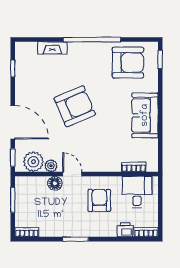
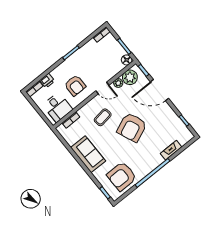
coffee table: (97, 142) -> (103, 117), added
floor lamp: (55, 183) -> (127, 60), moved

